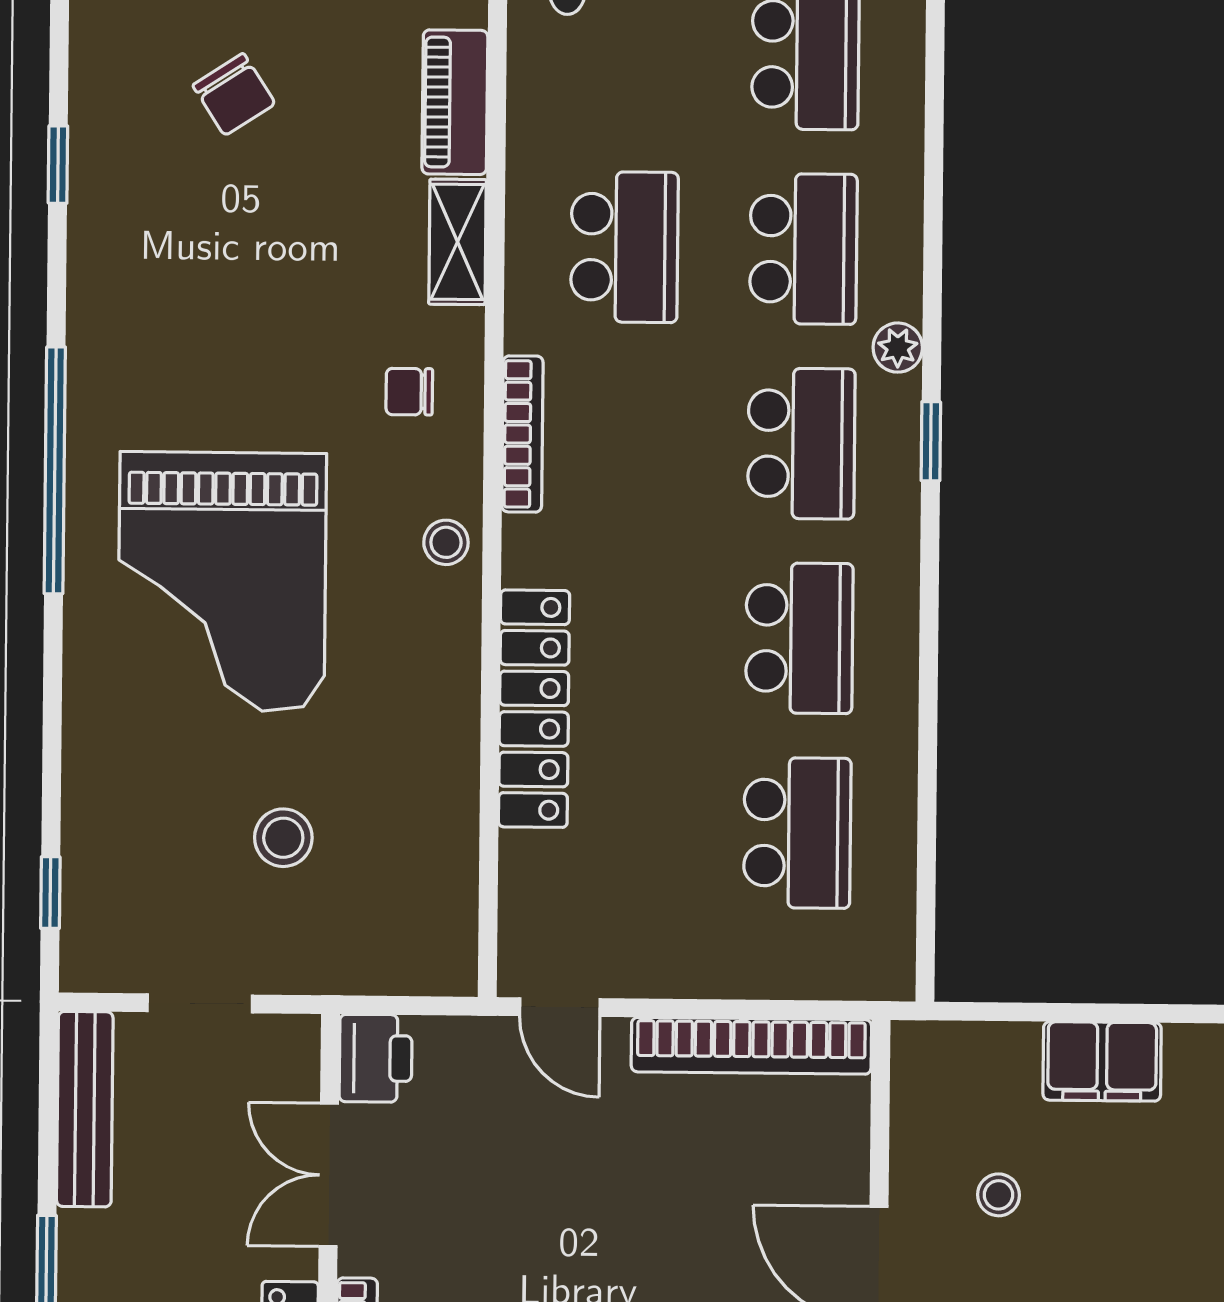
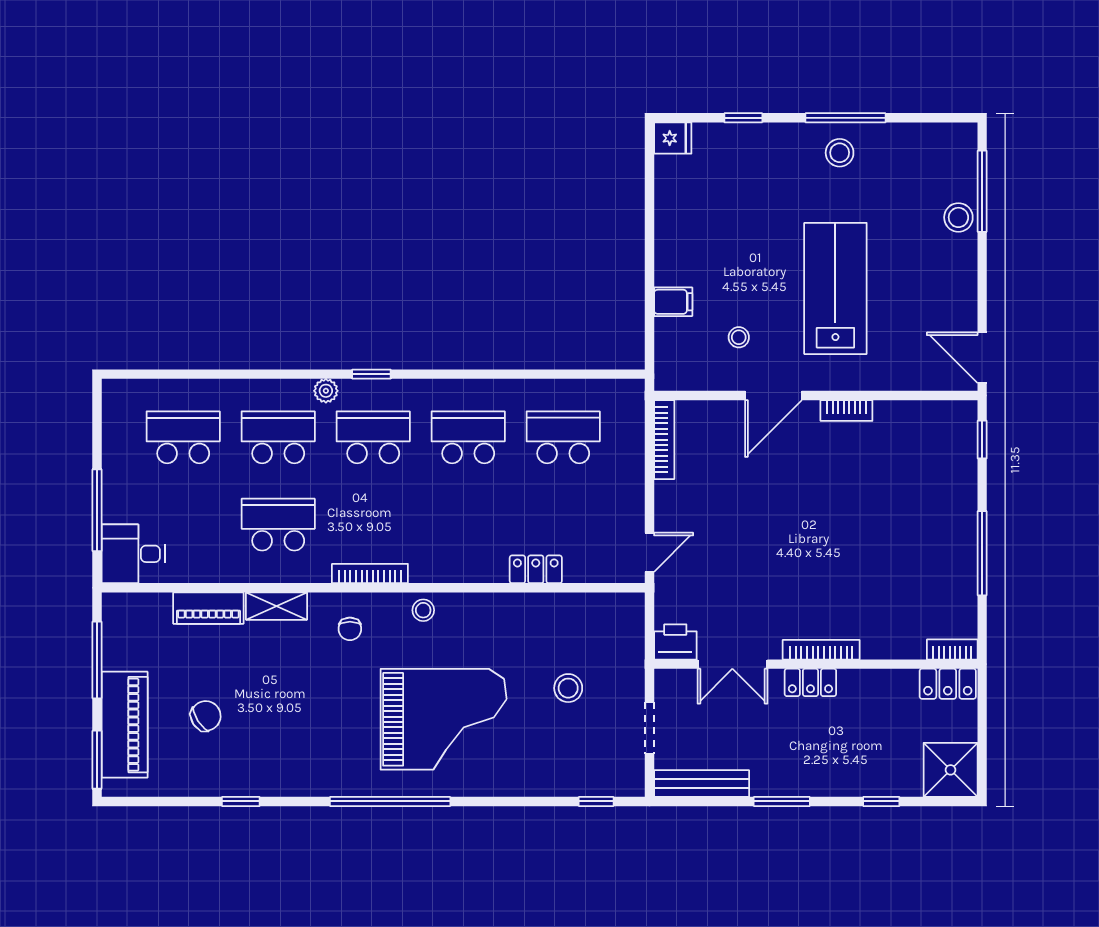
locker: (534, 709) -> (536, 569), width x0.46, depth x0.83
bookcase: (751, 1046) -> (664, 440), width x0.68, depth x0.76
filing cabinet: (1102, 1061) -> (673, 302), width x0.50

